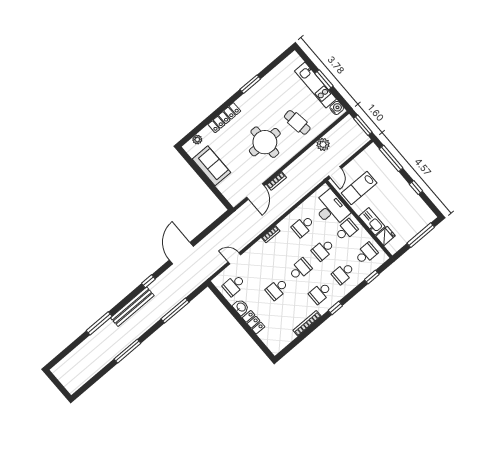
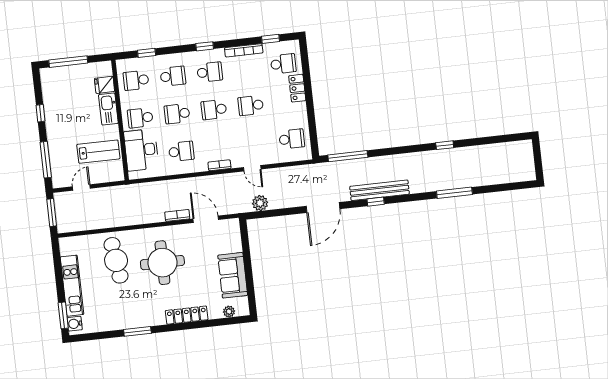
window: (324, 80) -> (63, 315), moved
water cooler: (337, 108) -> (75, 324), moved
cafe table: (297, 122) -> (116, 260), width x1.37, depth x1.35
plant: (323, 144) -> (260, 203), moved
door: (335, 172) -> (81, 187), moved
door: (255, 191) -> (206, 219), hinge flipped
school desk: (323, 250) -> (177, 114), turned 180
door: (234, 258) -> (252, 168), moved
school desk: (277, 289) -> (251, 105), turned 180
bench: (132, 307) -> (379, 190), moved
washbasin: (241, 307) -> (300, 112), removed
window: (175, 310) -> (348, 156), moved
school desk: (274, 332) -> (283, 64), added
window: (294, 343) -> (271, 39), added
window: (127, 351) -> (445, 145), width x0.46

